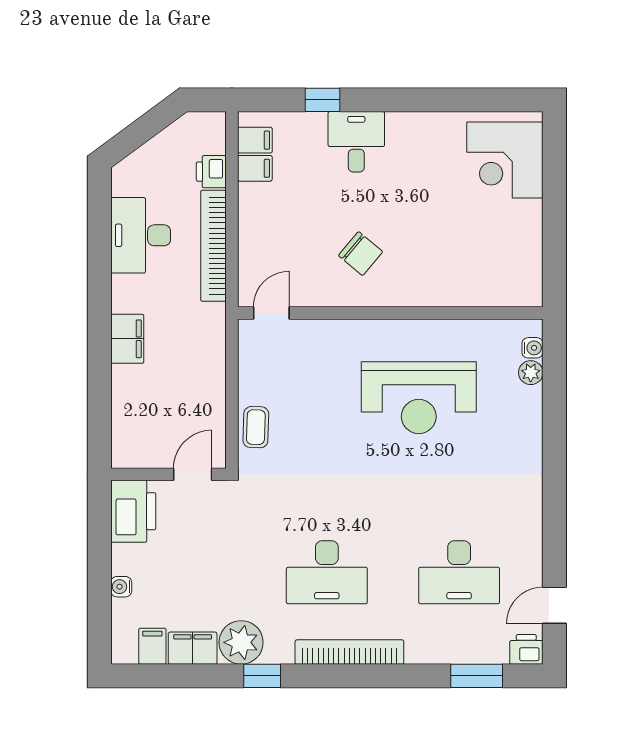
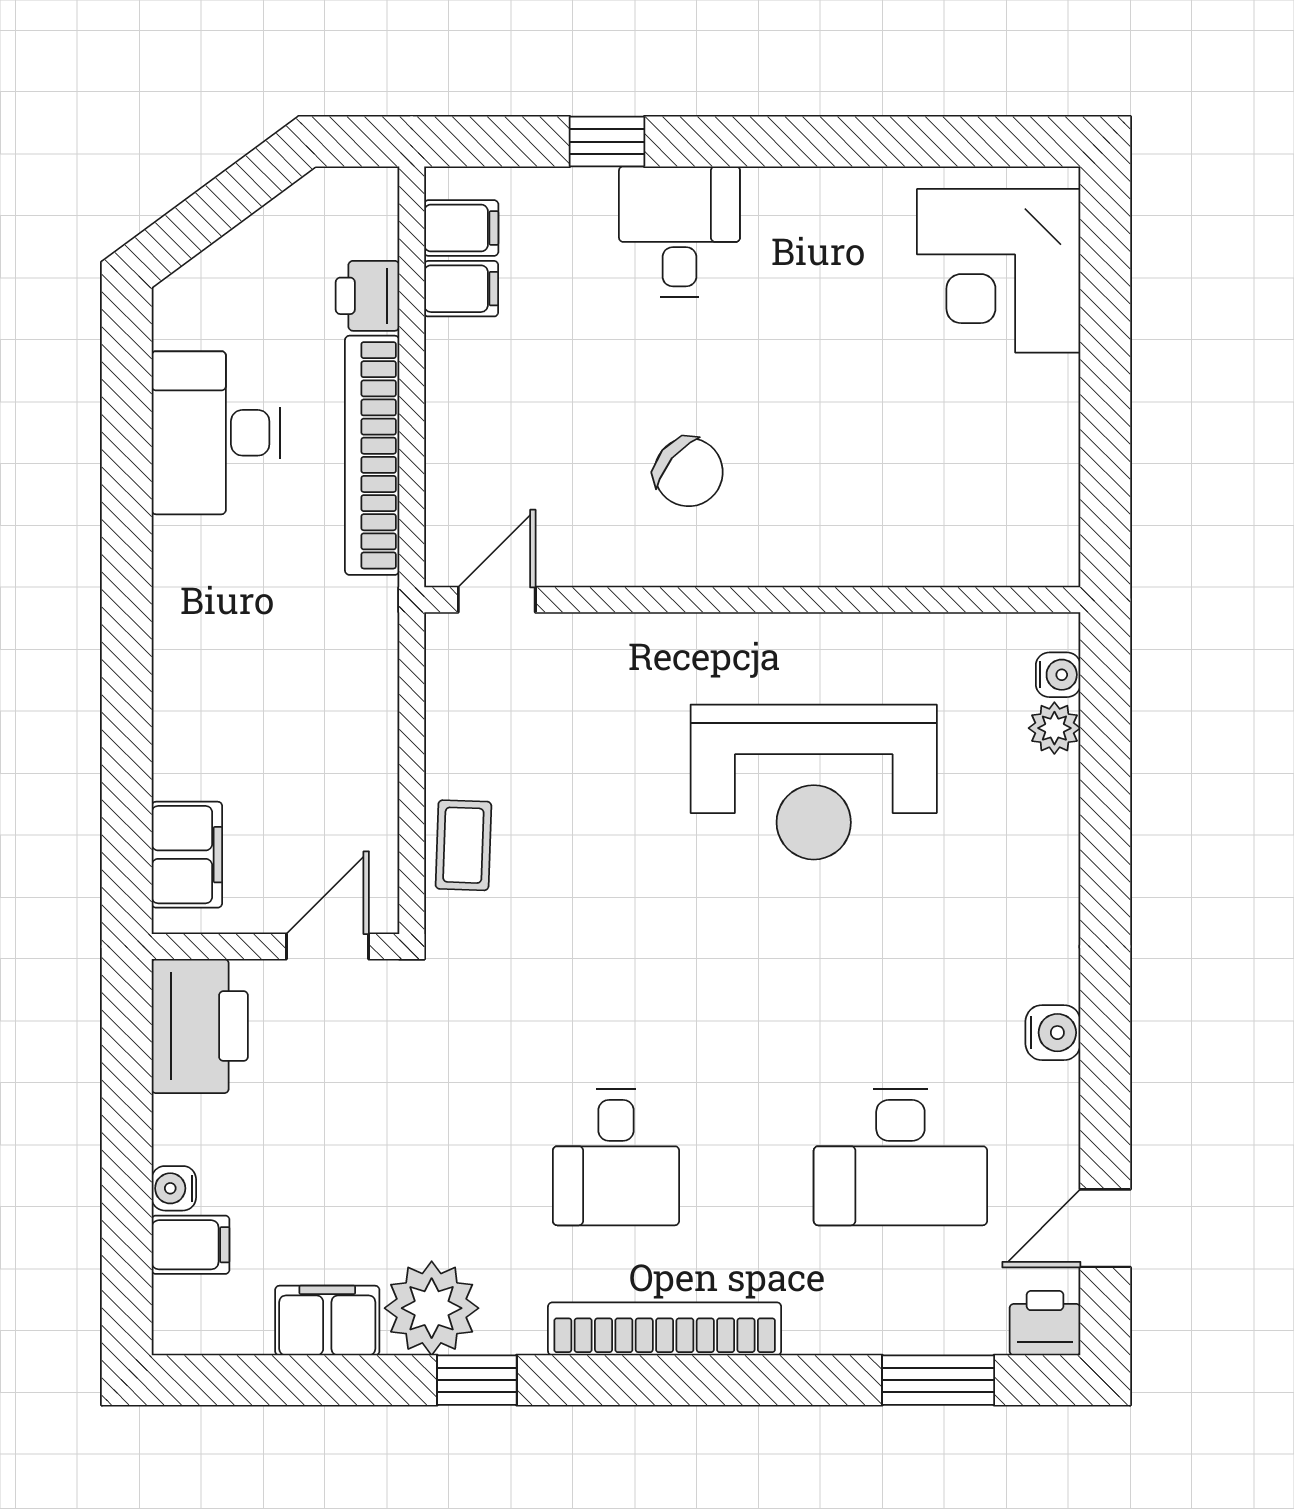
filing cabinet: (127, 339) -> (187, 855), moved
water cooler: (530, 514) -> (1053, 1033), added
desk: (327, 572) -> (616, 1157), width x0.73
filing cabinet: (152, 646) -> (191, 1245), moved, turned 90

